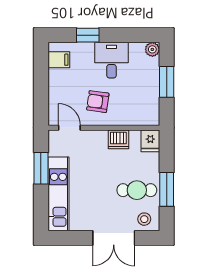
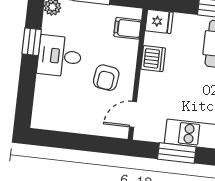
window: (88, 35) -> (32, 42), moved
filing cabinet: (59, 60) -> (128, 28), moved, turned -90

